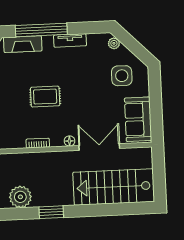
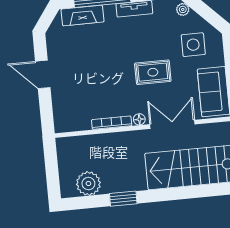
rug: (45, 97) -> (153, 72), moved
bookcase: (38, 143) -> (112, 123), width x1.56

